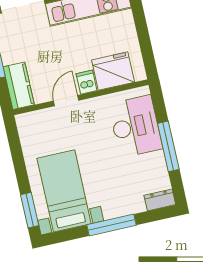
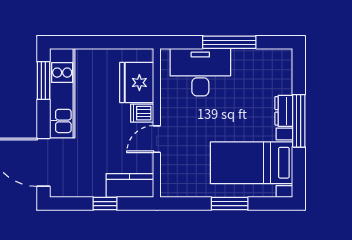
door: (66, 101) -> (157, 139), hinge flipped
dresser: (160, 200) -> (284, 111), moved
window: (30, 210) -> (230, 204), moved

